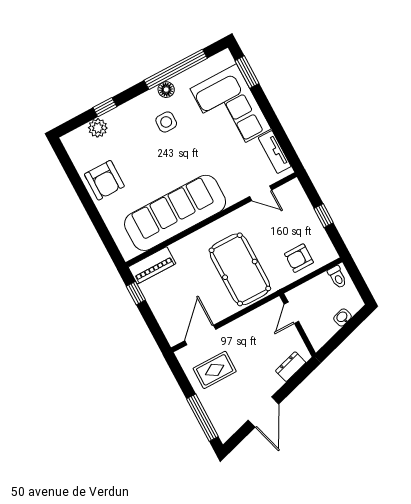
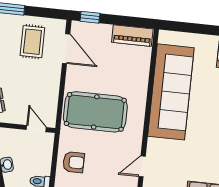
armchair: (299, 258) -> (74, 162), turned 90
piano: (152, 265) -> (132, 36), moved, turned -90
window: (136, 293) -> (90, 17), moved

